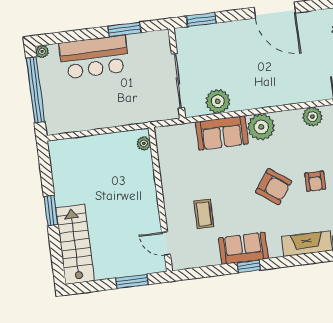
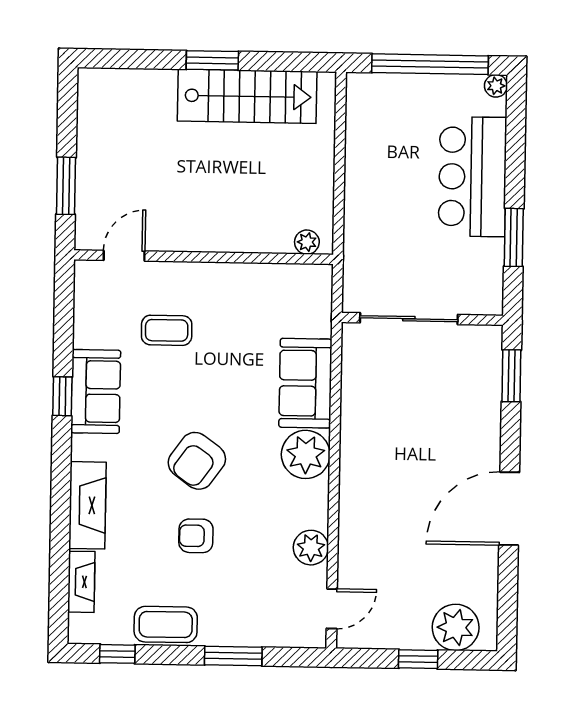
plant: (218, 101) -> (362, 384), removed
stairs: (75, 244) -> (247, 96), moved

